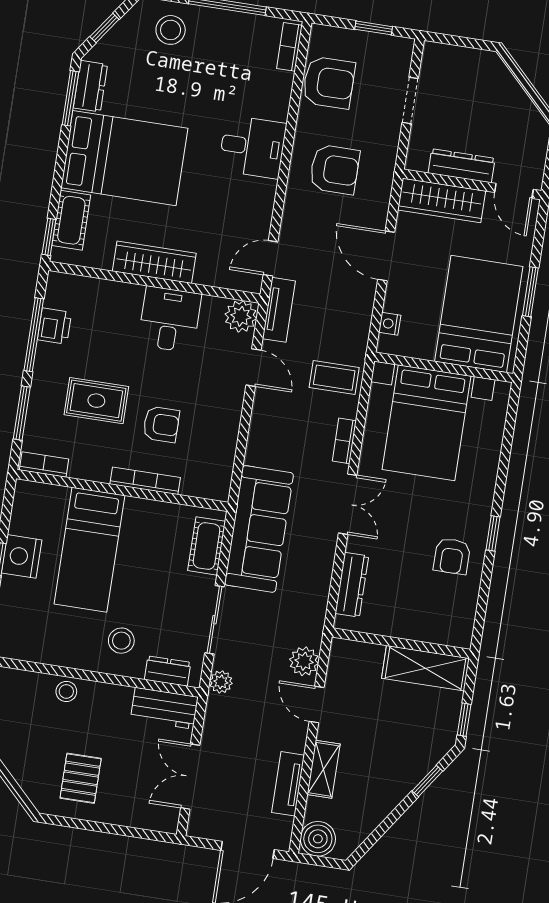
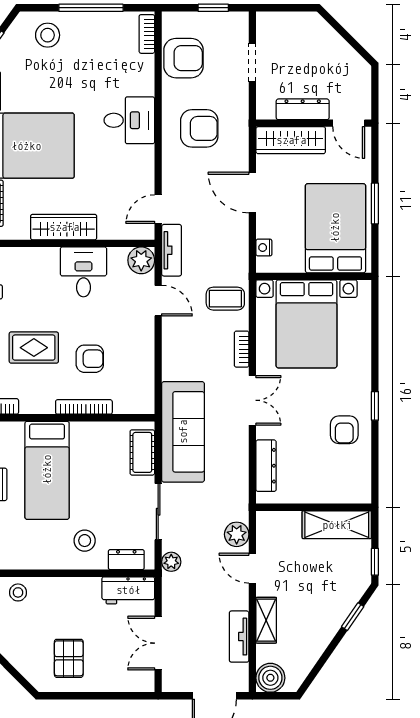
stool: (66, 691) -> (18, 592), moved

